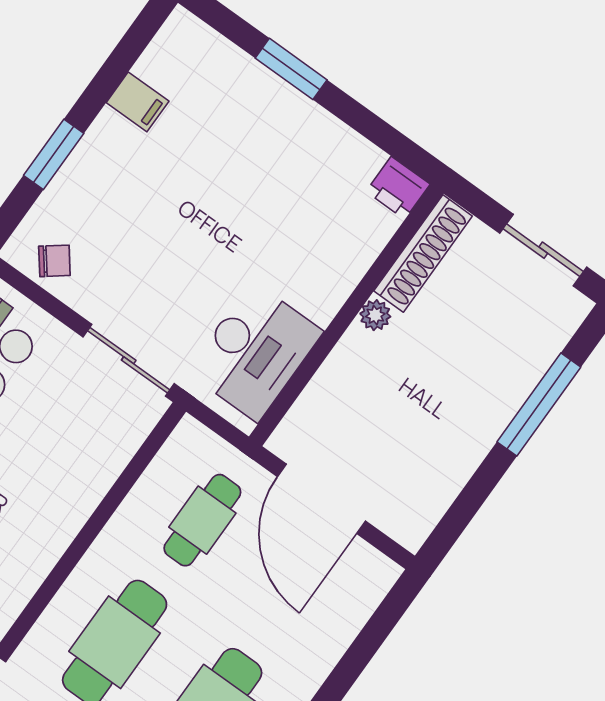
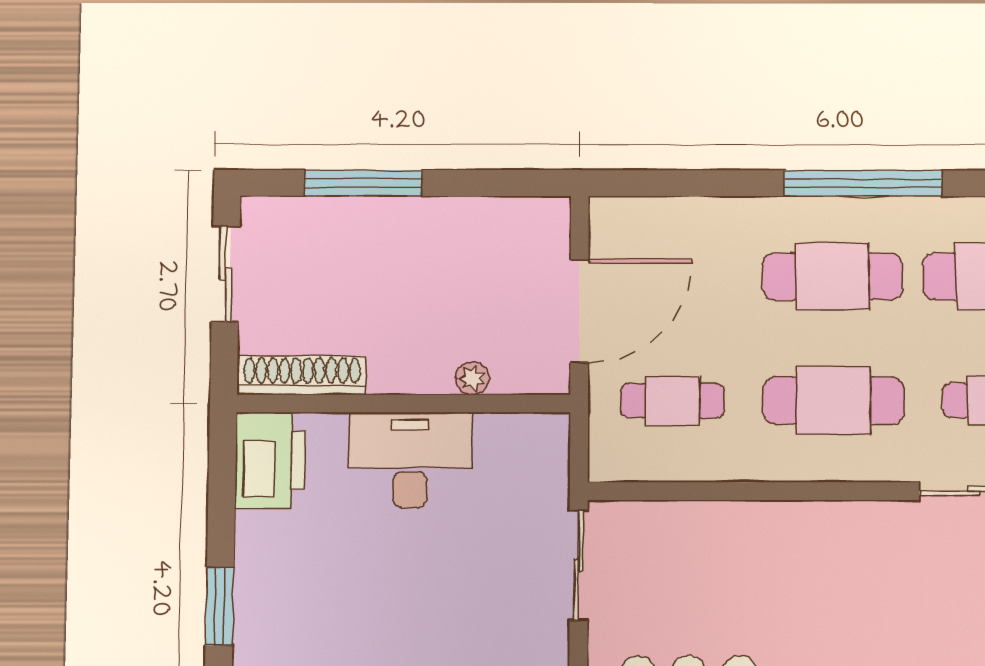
printer: (398, 188) -> (270, 460), width x1.87, depth x1.48
plant: (375, 315) -> (473, 378), moved
desk: (255, 352) -> (410, 460), moved

